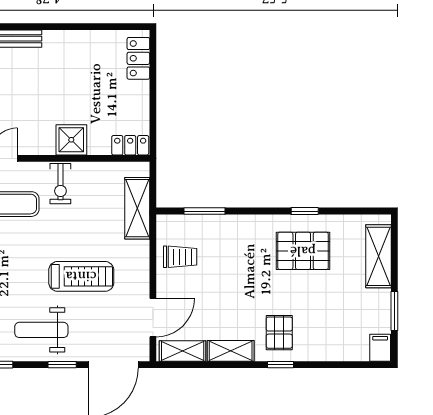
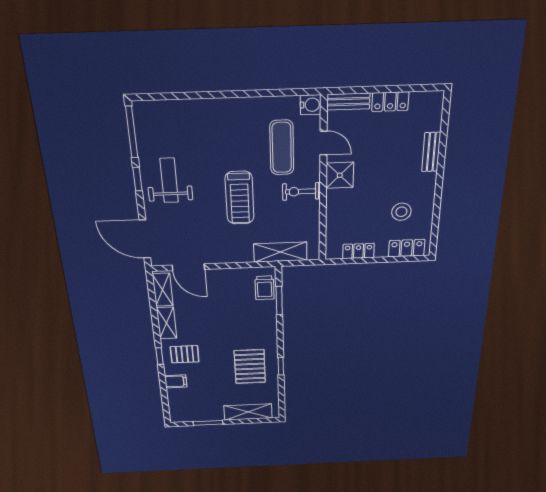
stool: (90, 67) -> (401, 212), added
shower: (71, 140) -> (340, 175), moved
locker: (130, 145) -> (358, 251), moved, turned -90
trolley: (180, 257) -> (265, 288), moved
treadmill: (81, 276) -> (240, 198), moved
filing cabinet: (380, 348) -> (176, 381), moved
window: (62, 365) -> (137, 179), moved

